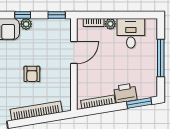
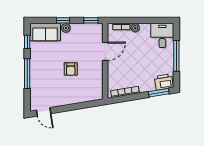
desk: (131, 33) -> (162, 35), moved
printer: (125, 93) -> (164, 82), moved
bookcase: (36, 111) -> (74, 99), removed

